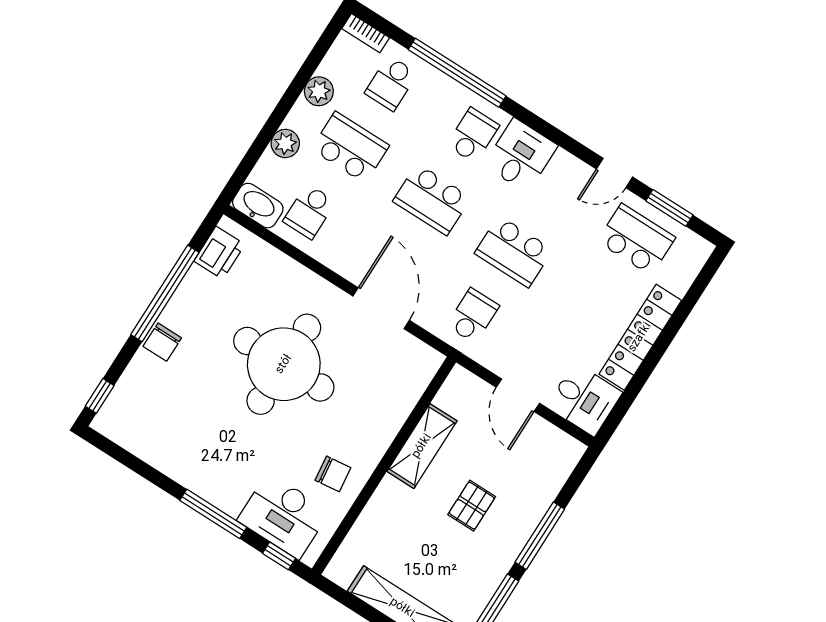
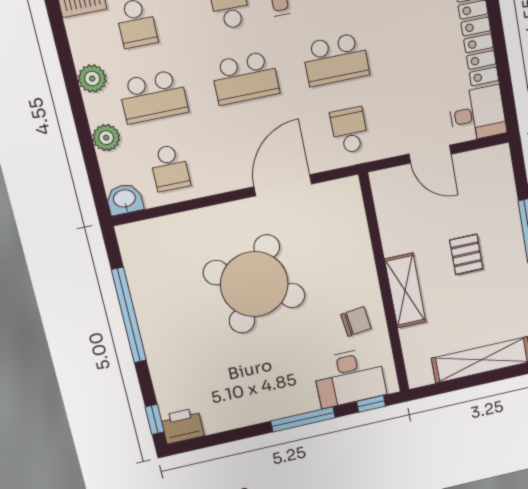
school desk: (350, 147) -> (153, 97), turned 180
washbasin: (258, 206) -> (125, 199), width x0.72
printer: (219, 253) -> (182, 426), moved, turned -90
door: (381, 308) -> (283, 185), hinge flipped
chair: (162, 342) -> (160, 347), removed
round table: (284, 364) -> (254, 284), turned 30
shelving: (422, 446) -> (405, 290), moved

